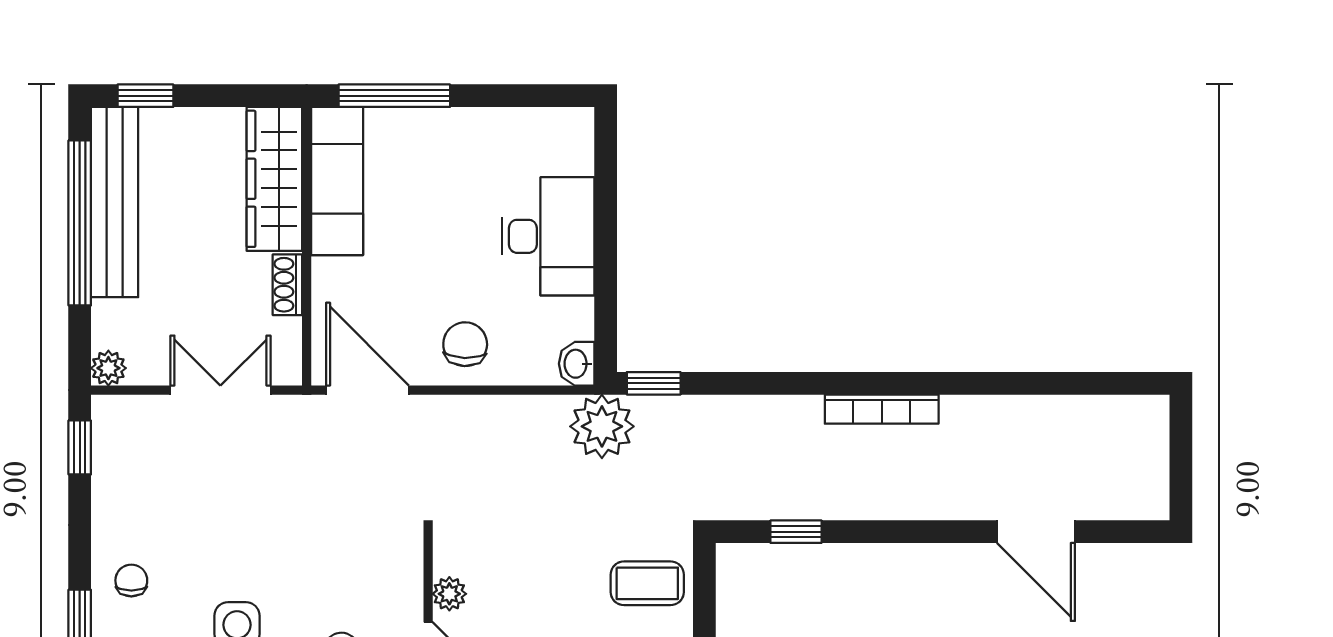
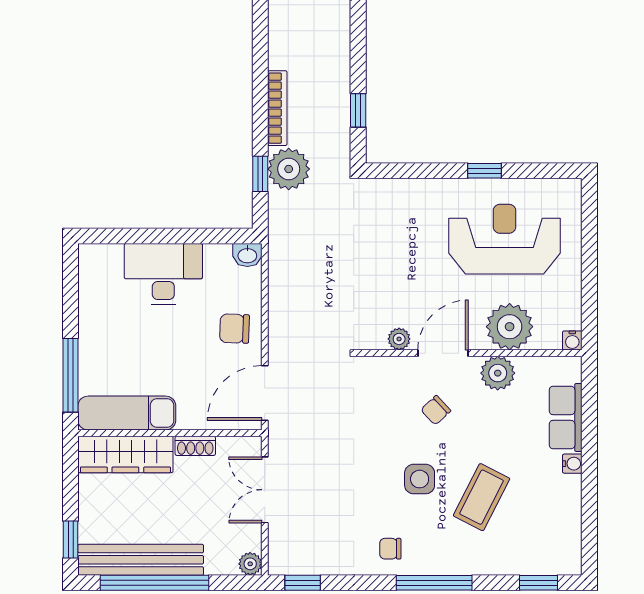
window: (654, 383) -> (260, 174), moved
bookcase: (882, 409) -> (277, 108), moved
plant: (602, 426) -> (289, 169), moved
coffee table: (647, 583) -> (392, 208), removed

